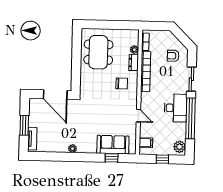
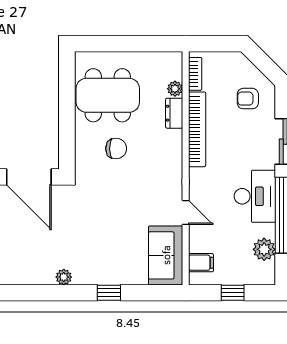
dining table: (98, 52) -> (108, 95), turned 90
chair: (122, 84) -> (116, 149), moved
sofa: (113, 145) -> (166, 255), moved, turned -90
plant: (180, 147) -> (264, 249), moved
window: (112, 158) -> (109, 293), moved

